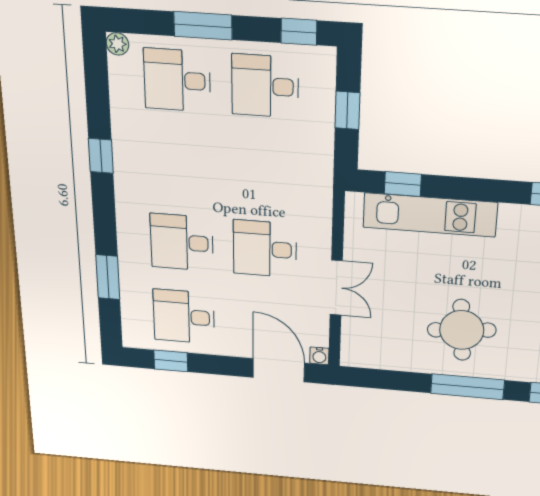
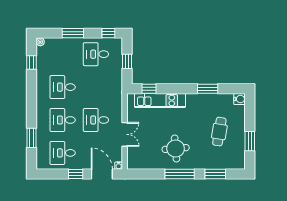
desk: (177, 80) -> (63, 87), moved
window: (101, 156) -> (32, 63), moved
window: (171, 361) -> (76, 174), moved

